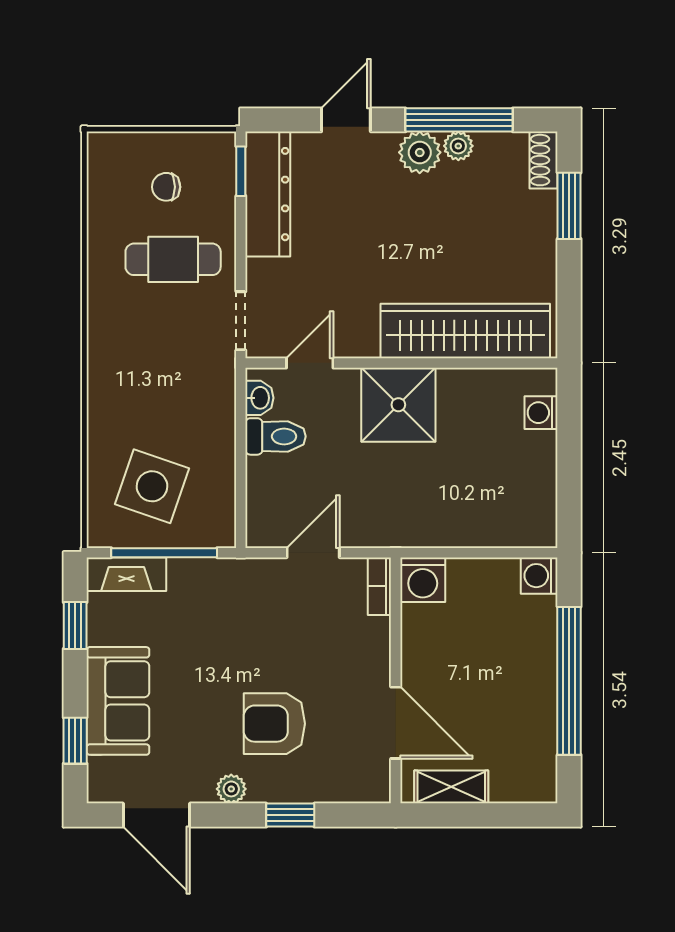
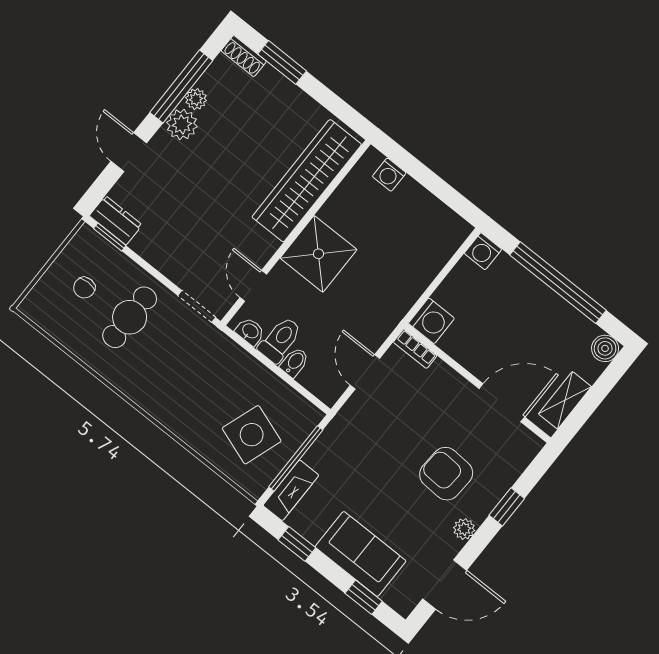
dresser: (268, 194) -> (116, 220), width x0.51, depth x0.80
bidet: (264, 471) -> (295, 362), added
armchair: (274, 724) -> (446, 474), turned 93
boiler: (539, 786) -> (605, 348), added

